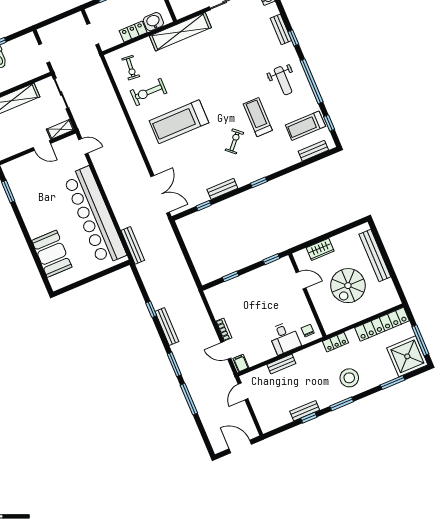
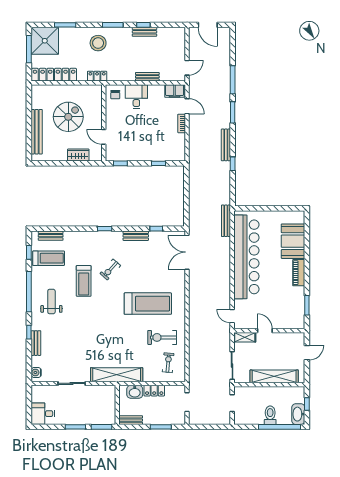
exercise bike: (149, 92) -> (162, 337), turned 180
piano: (32, 223) -> (299, 273), added
filing cabinet: (241, 363) -> (175, 91), width x2.00

